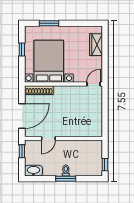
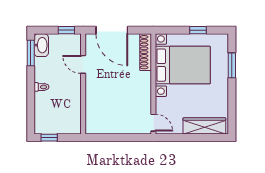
wardrobe: (96, 45) -> (204, 126), width x1.50
window: (66, 179) -> (31, 53), moved

